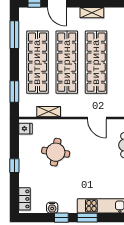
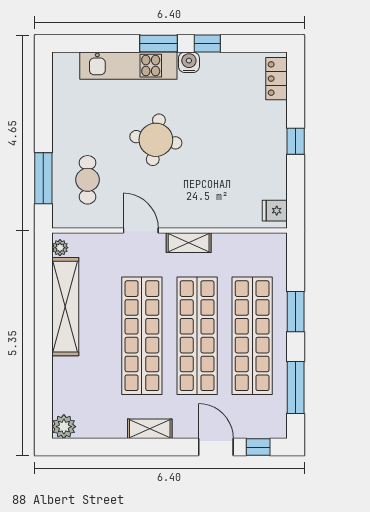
window: (14, 92) -> (296, 312), moved
shelving: (49, 112) -> (189, 243), moved
round table: (56, 152) -> (156, 140), moved
water cooler: (52, 208) -> (189, 62), moved

